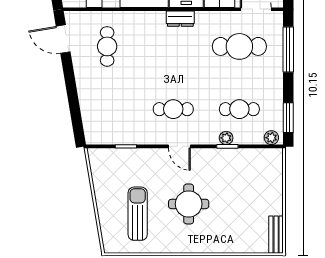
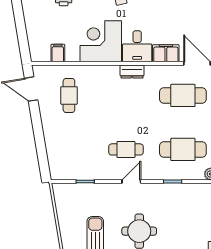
cafe table: (239, 109) -> (183, 149), width x1.37, depth x1.35
plant: (226, 138) -> (171, 174), removed
door: (179, 146) -> (131, 182), swing flipped

